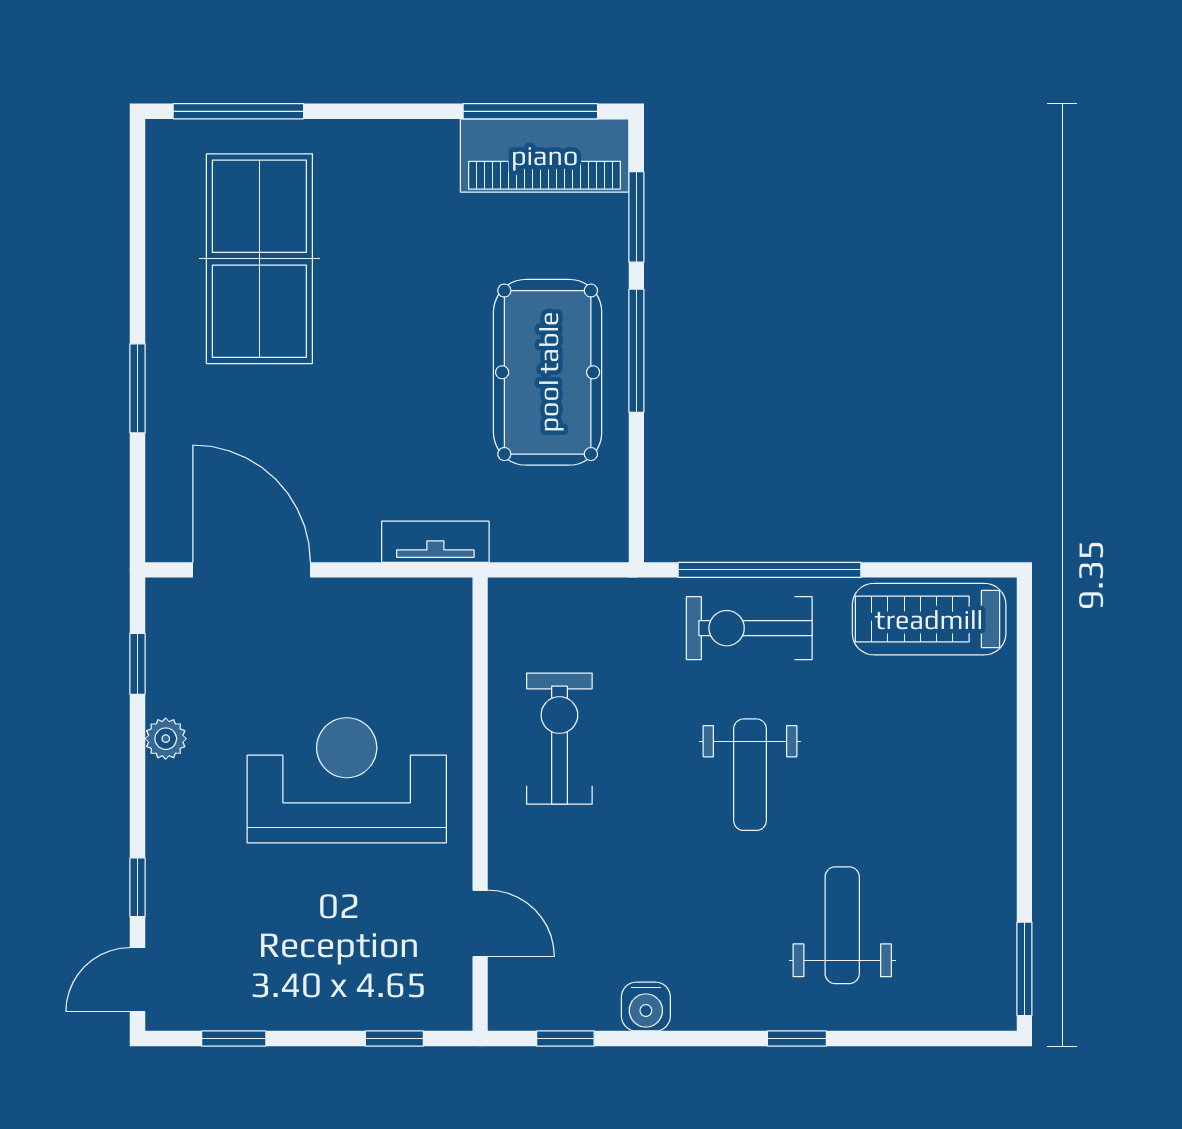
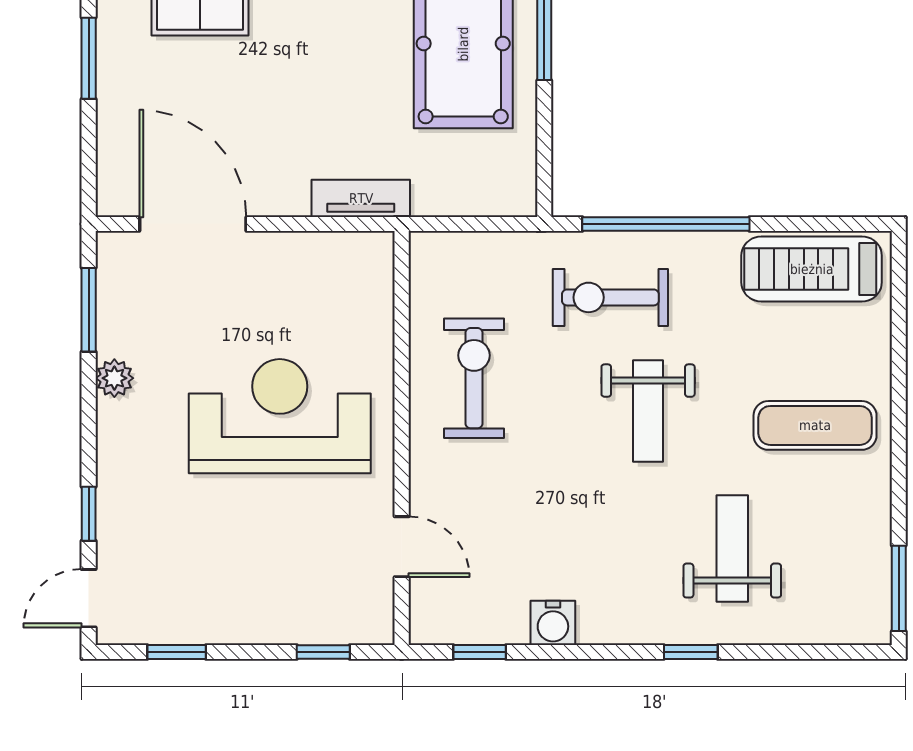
exercise bike: (749, 628) -> (610, 297), moved
window: (137, 664) -> (89, 310), width x1.50
exercise mat: (933, 790) -> (815, 425), added

